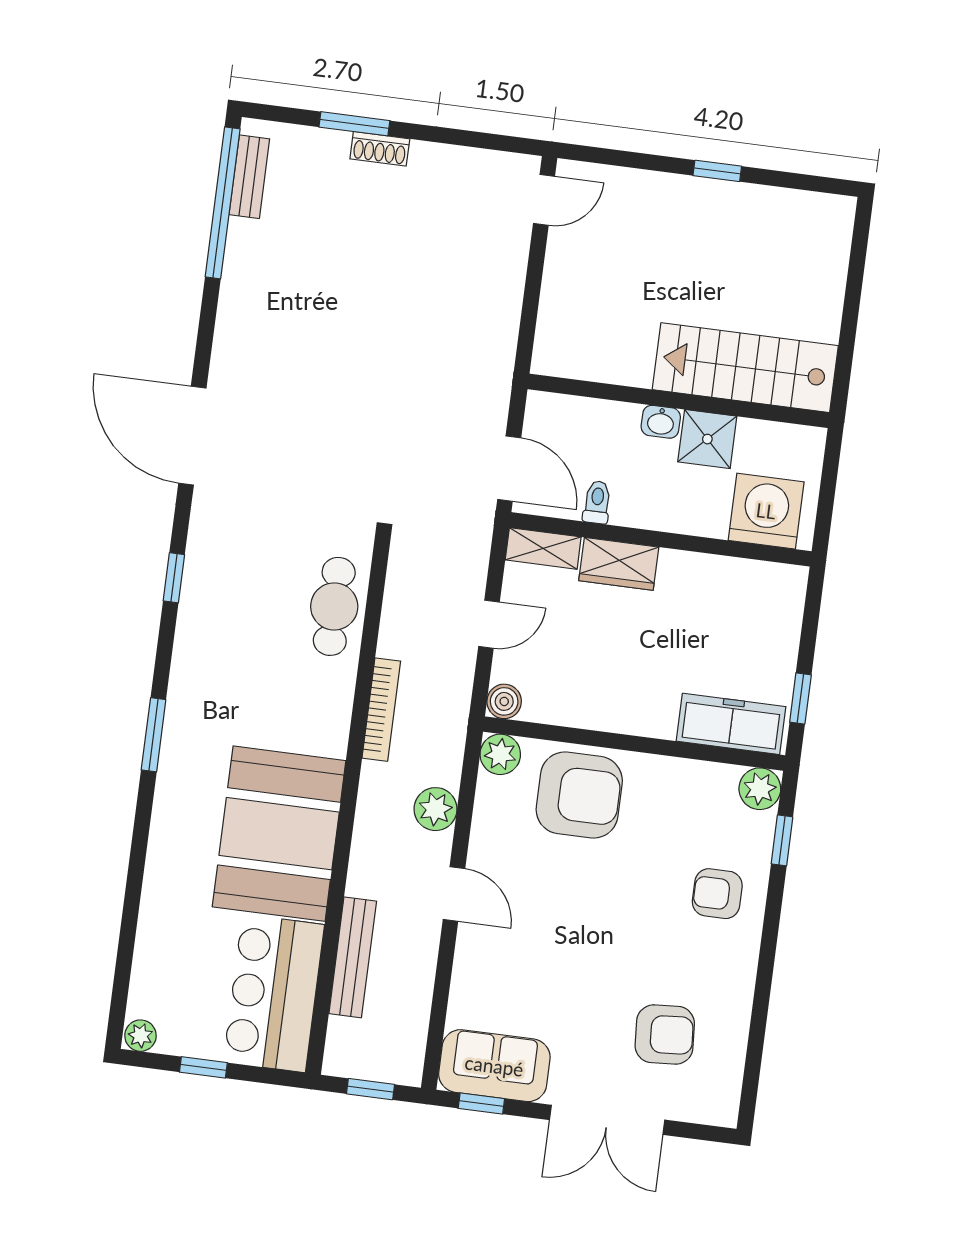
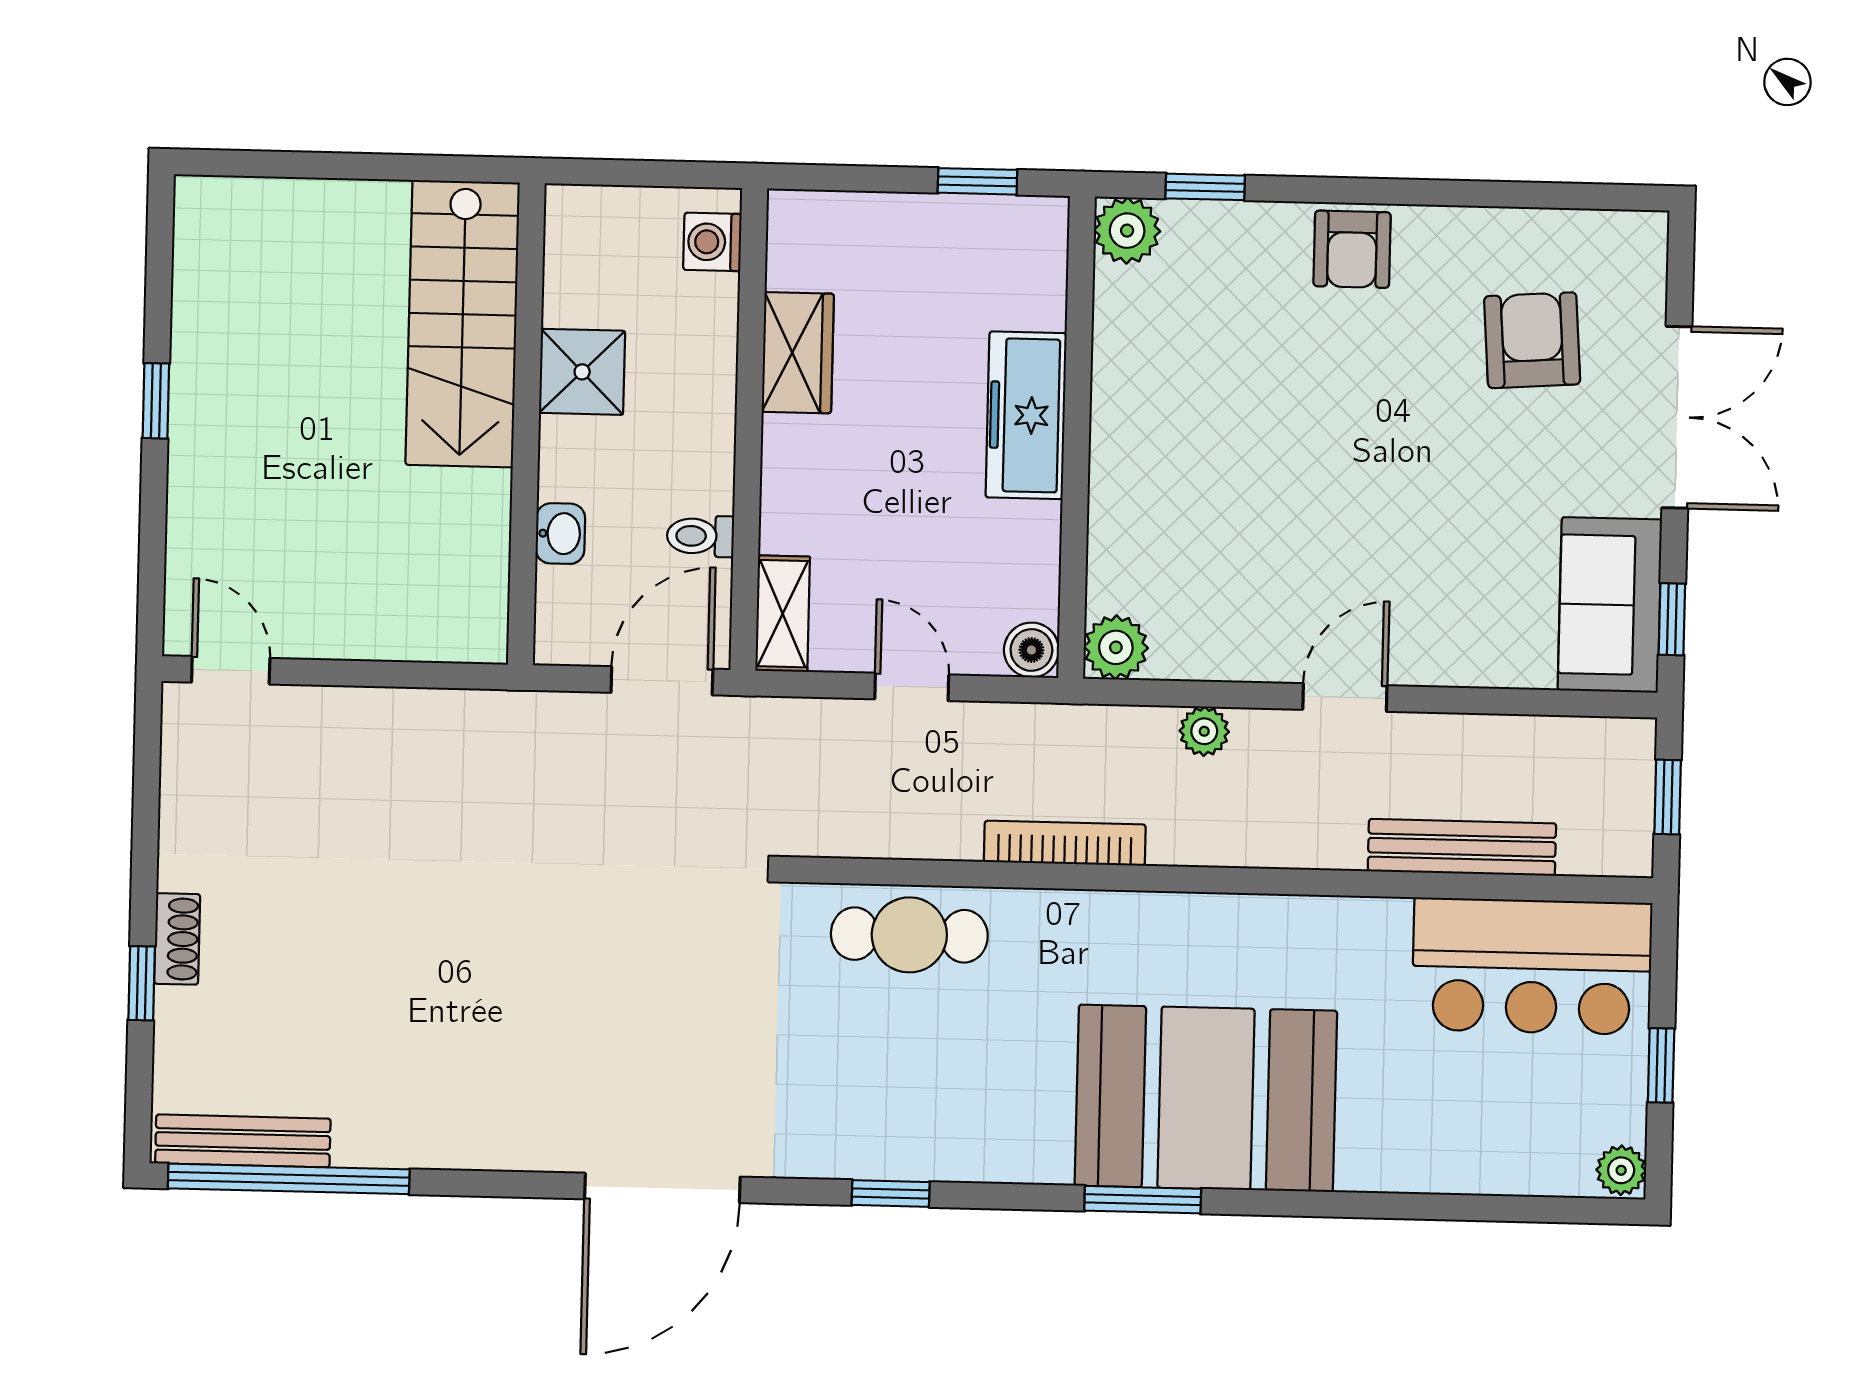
window: (354, 124) -> (142, 983), width x0.67
bench: (249, 177) -> (243, 1141), width x1.36
washbasin: (661, 422) -> (560, 534), moved
washing machine: (766, 511) -> (712, 242), width x0.53, depth x0.53
wardrobe: (619, 564) -> (798, 353), moved
freezer: (731, 724) -> (1026, 415), moved
armchair: (579, 795) -> (1167, 516), removed
plant: (435, 809) -> (1204, 731), width x0.73, depth x0.73
booth: (279, 834) -> (1206, 1098), moved
armchair: (717, 894) -> (1352, 249), moved

